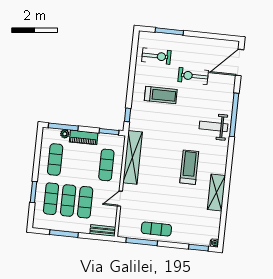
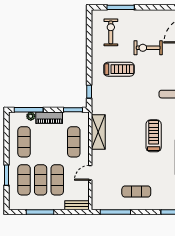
exercise bike: (156, 56) -> (111, 32), turned -90
shelving: (133, 157) -> (98, 132), width x0.68
exercise mat: (156, 229) -> (136, 191), moved

